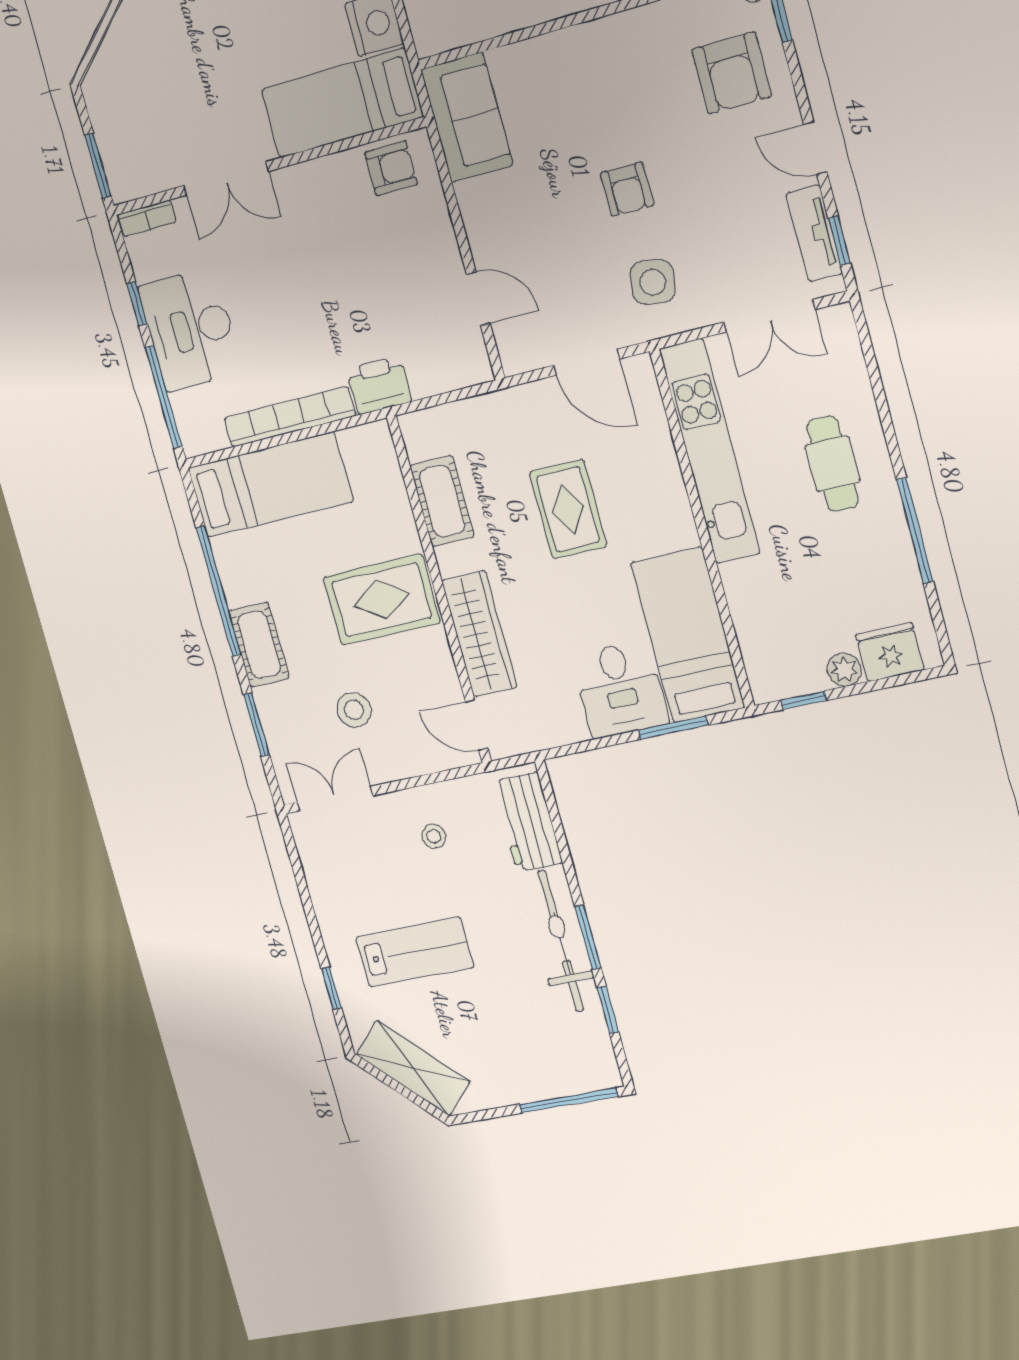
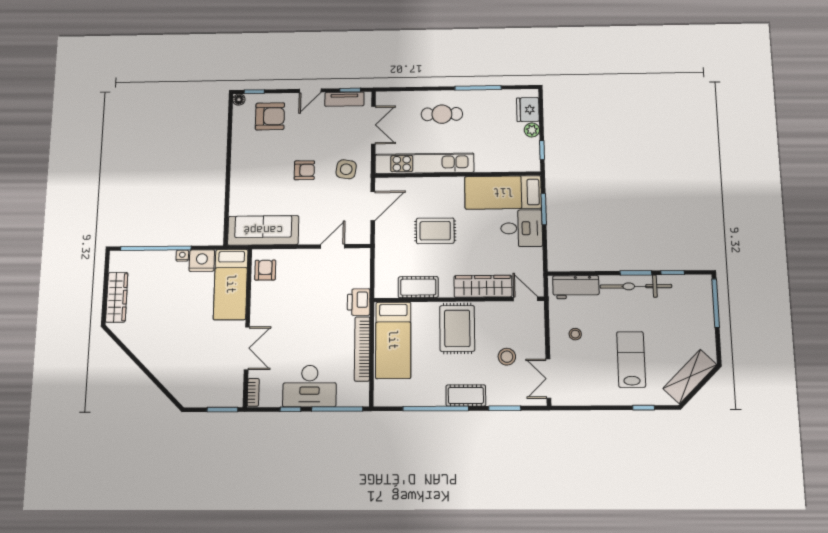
sofa: (467, 117) -> (263, 230), width x1.36
bed: (270, 485) -> (393, 340), moved, turned 180
door: (477, 725) -> (526, 299), swing flipped

